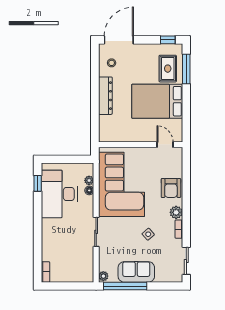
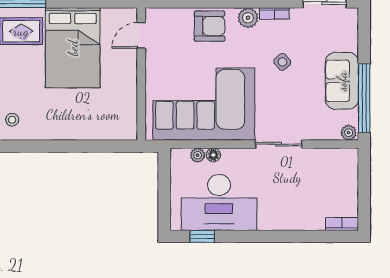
dresser: (105, 96) -> (64, 130), removed

